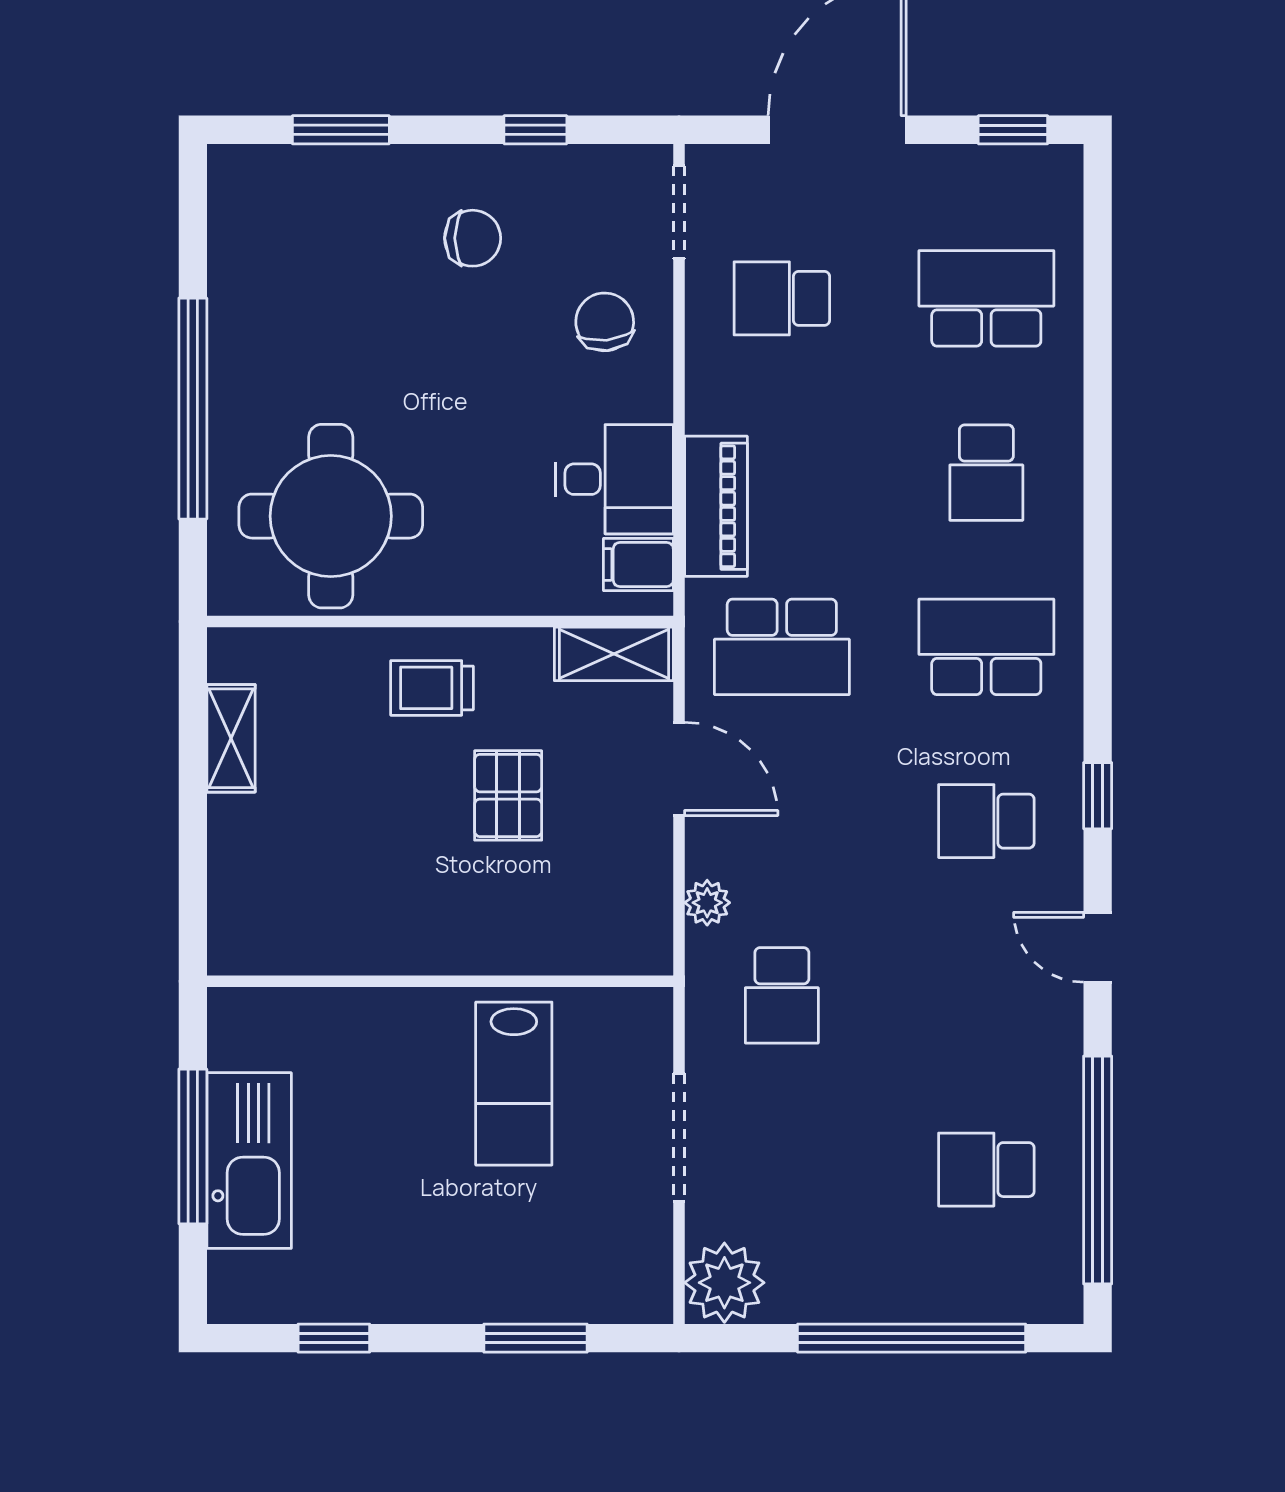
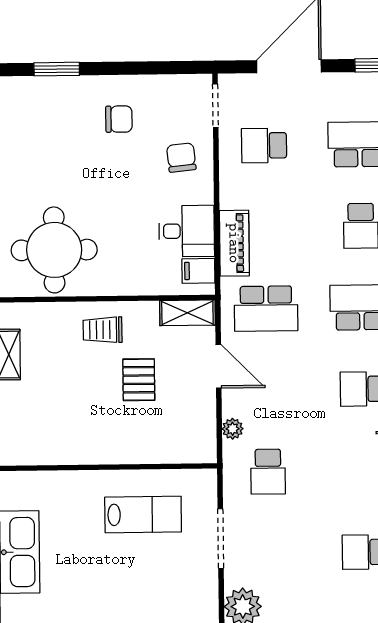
window: (535, 130) -> (148, 68), removed
lab bench: (514, 1084) -> (143, 515), turned -90

